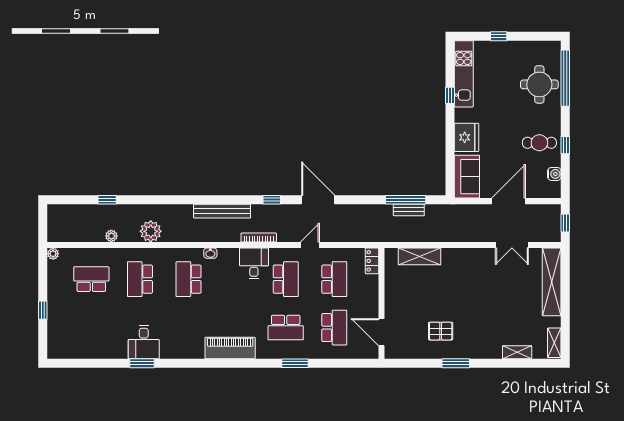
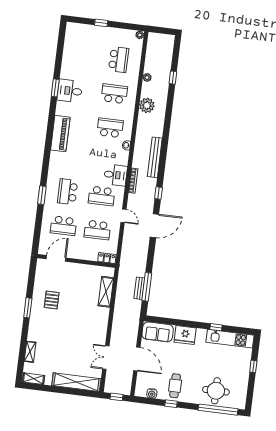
piano: (230, 348) -> (60, 134), moved

